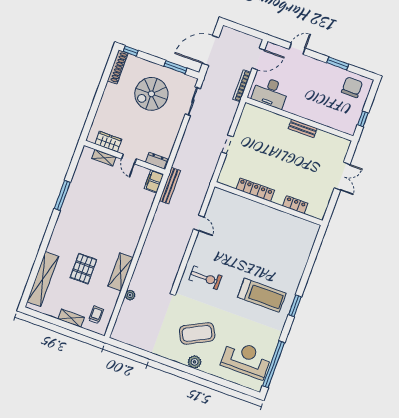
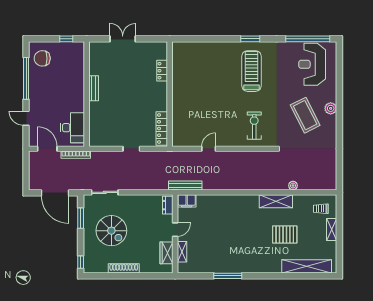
window: (338, 63) -> (26, 78), width x2.11
shoe rack: (118, 67) -> (124, 268), moved
locker: (255, 190) -> (162, 128), moved

